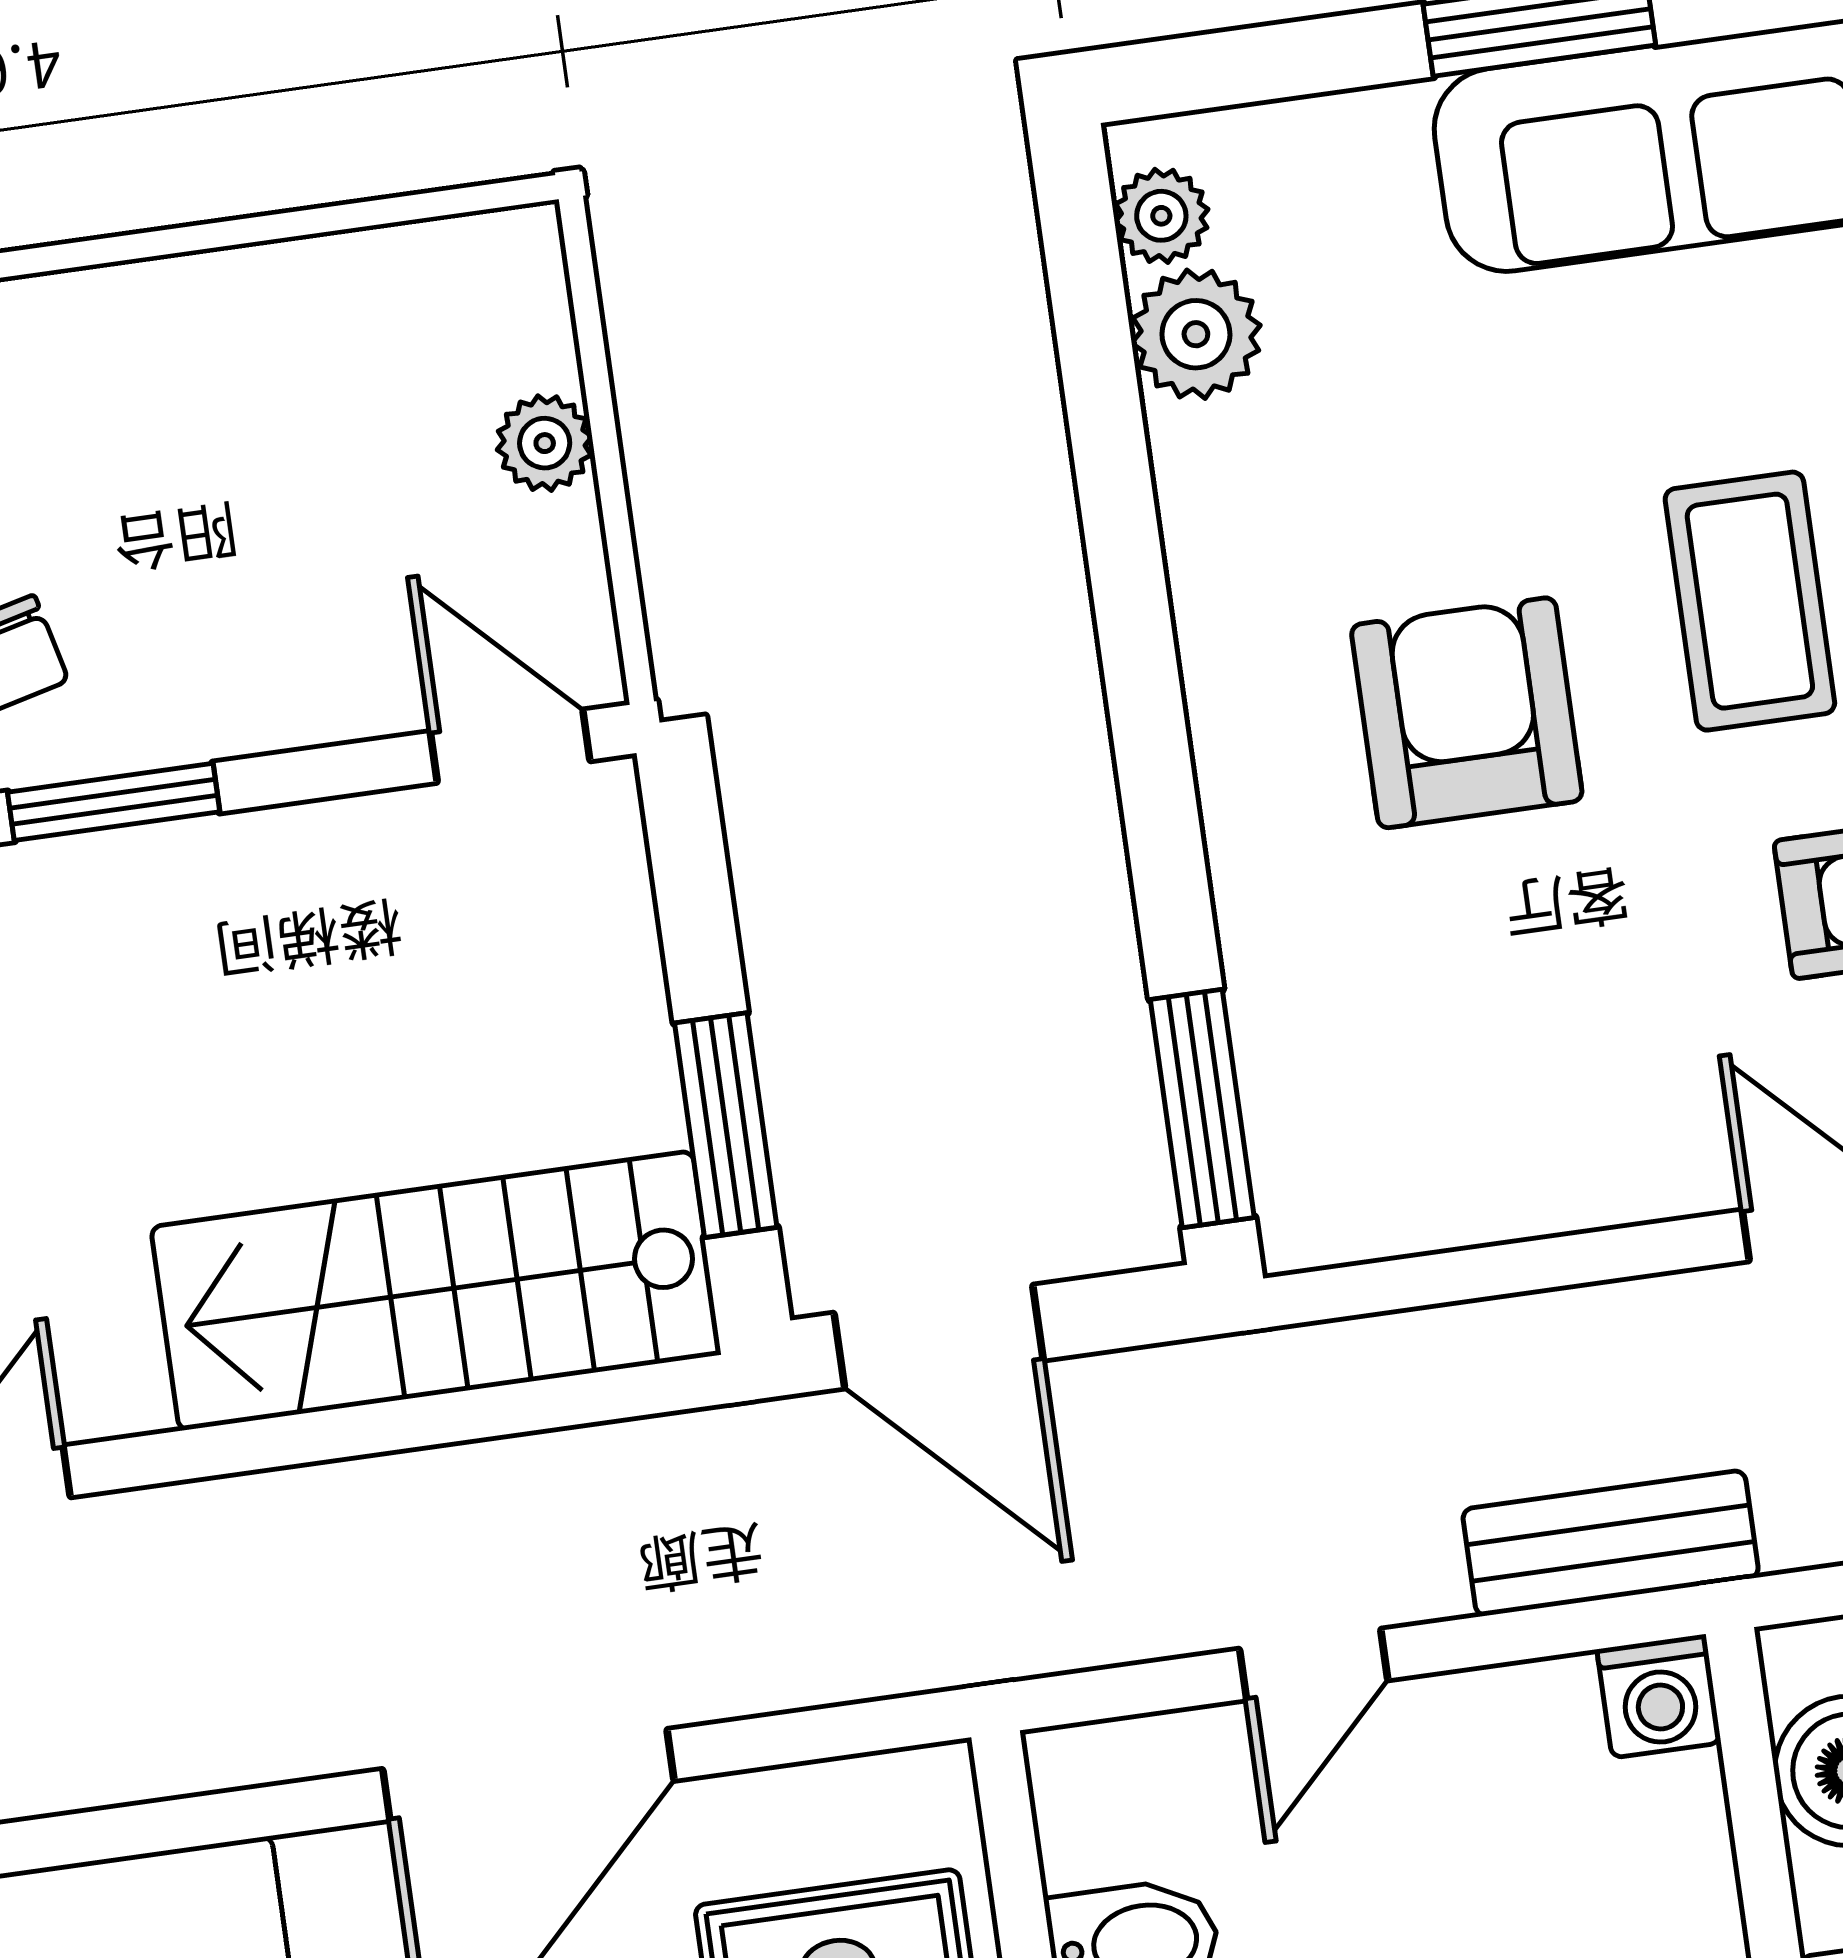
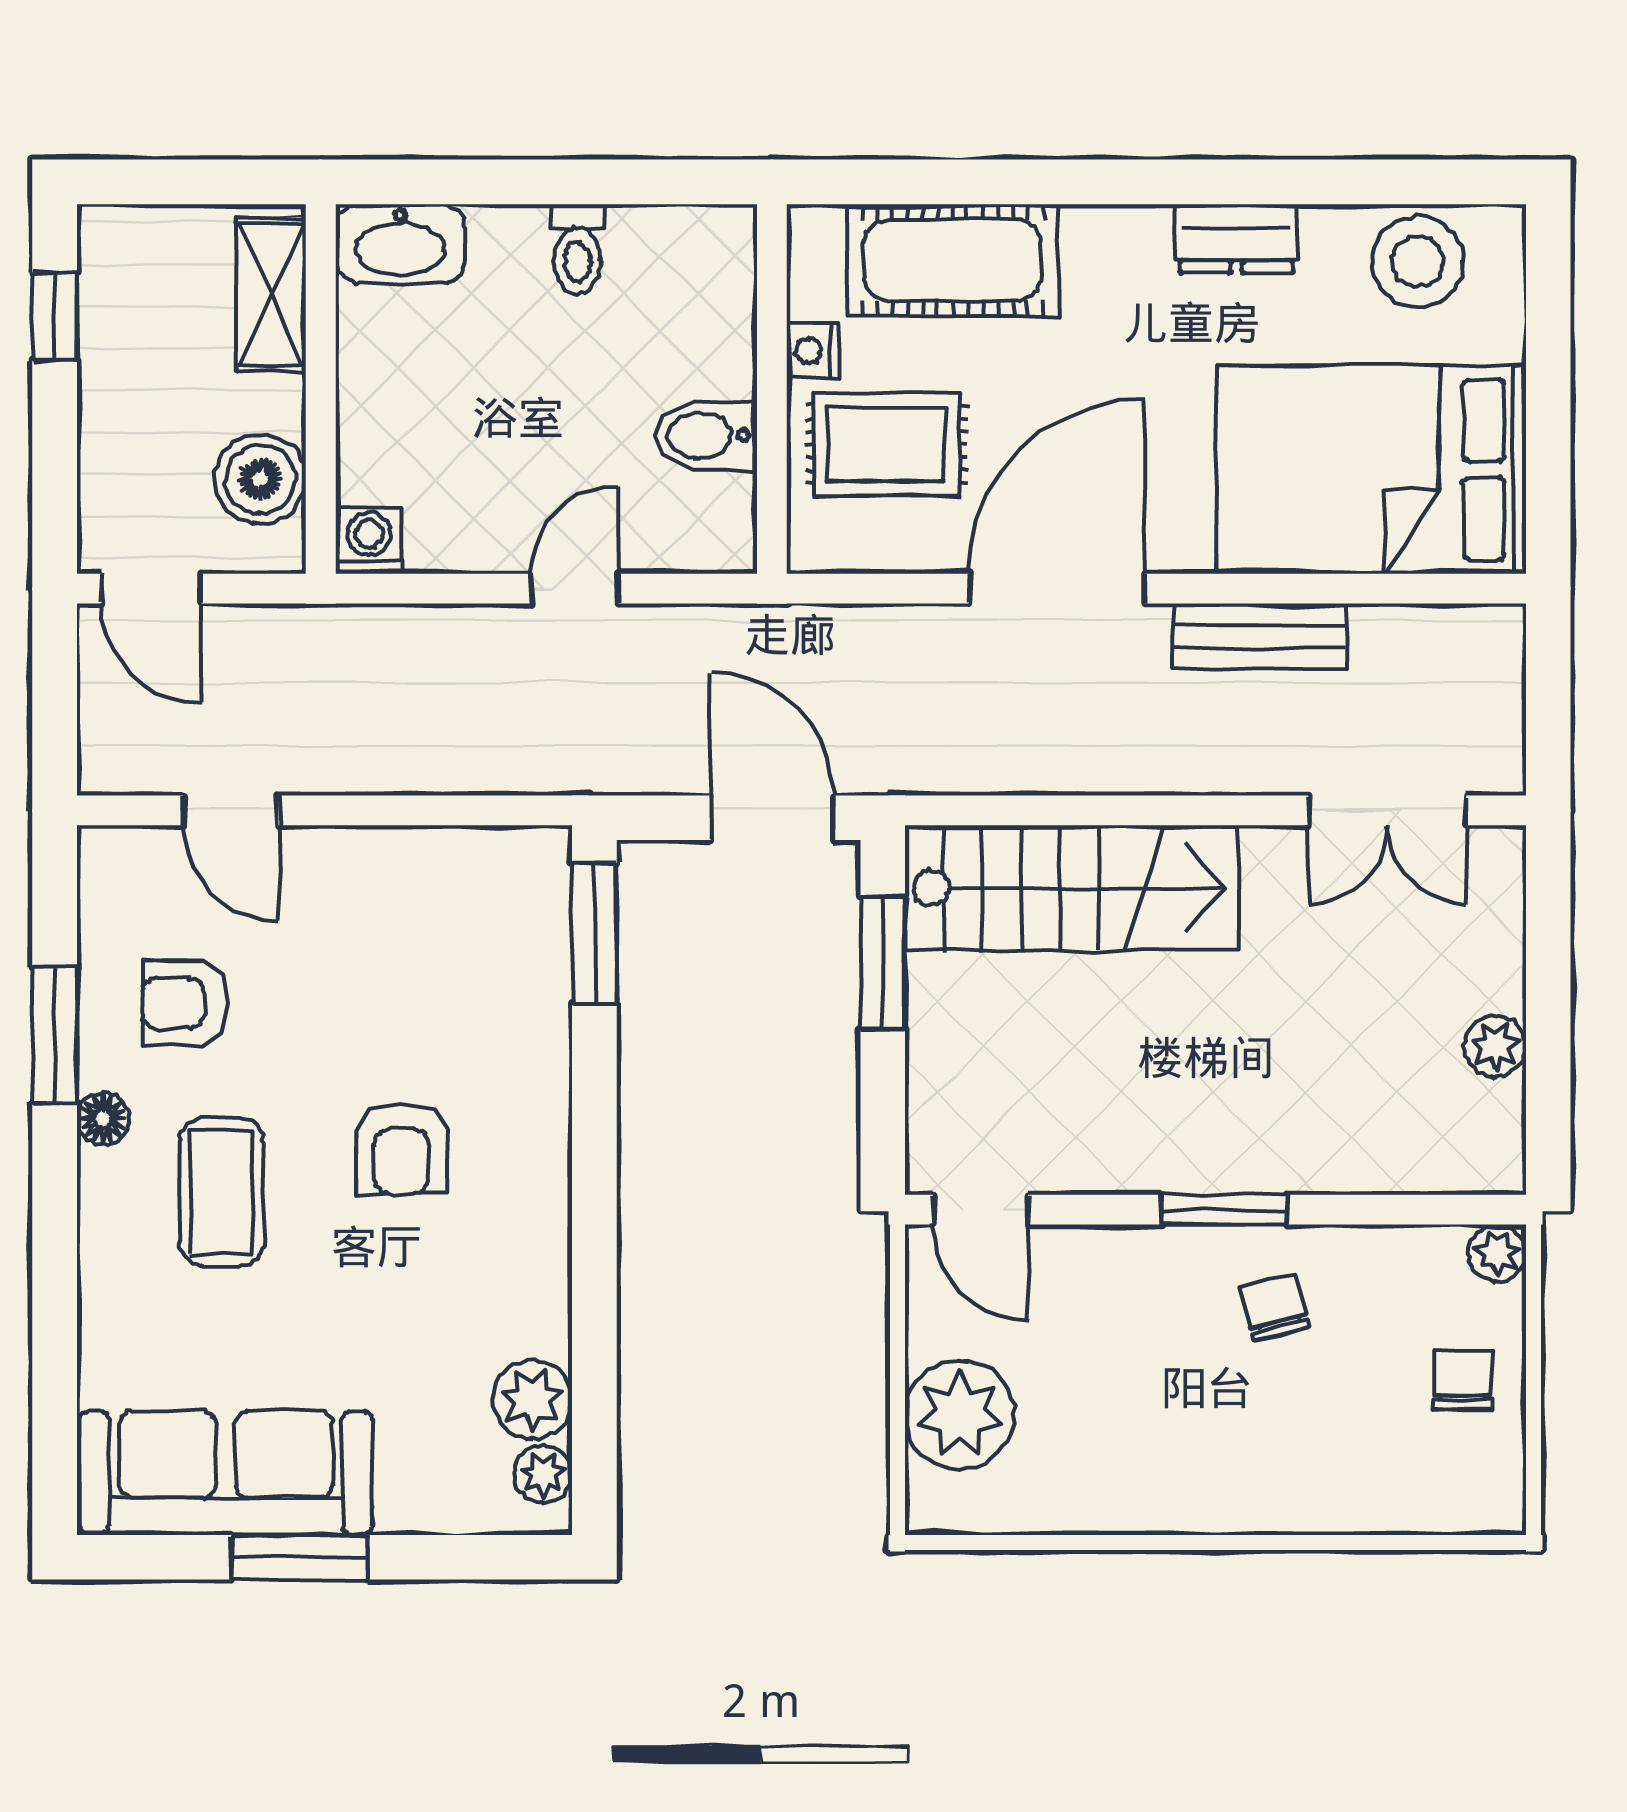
plant: (545, 443) -> (960, 1415), width x1.88, depth x1.88
armchair: (1467, 713) -> (401, 1149), width x0.72, depth x0.72
bench: (1611, 1543) -> (1259, 636), moved

